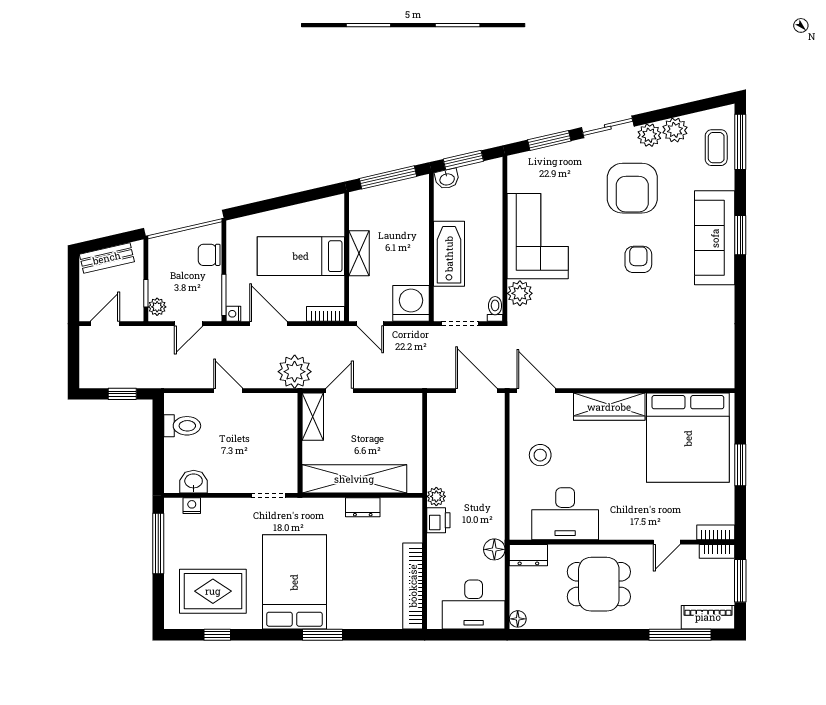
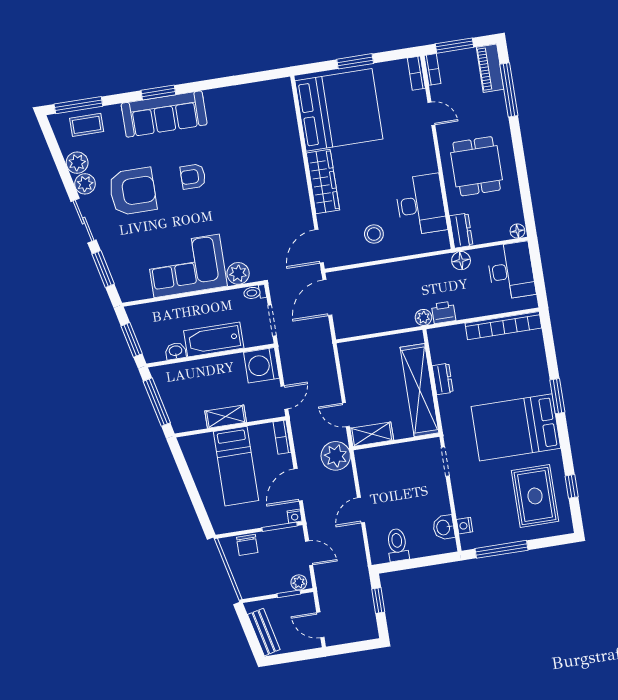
washbasin: (447, 179) -> (176, 351), moved, turned -77

